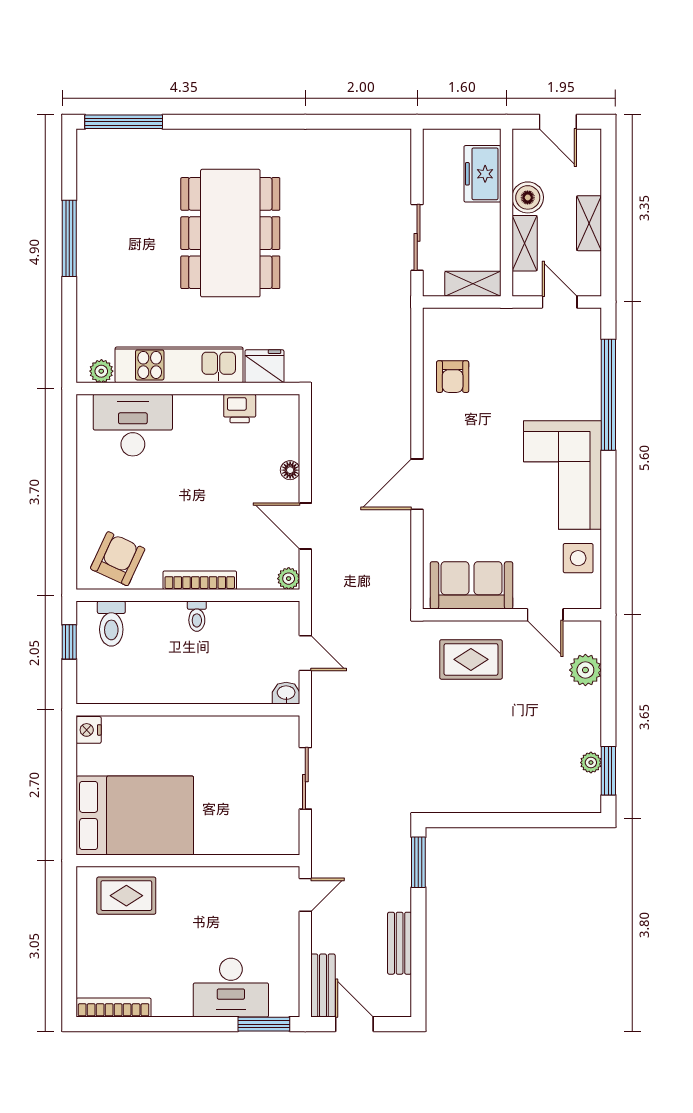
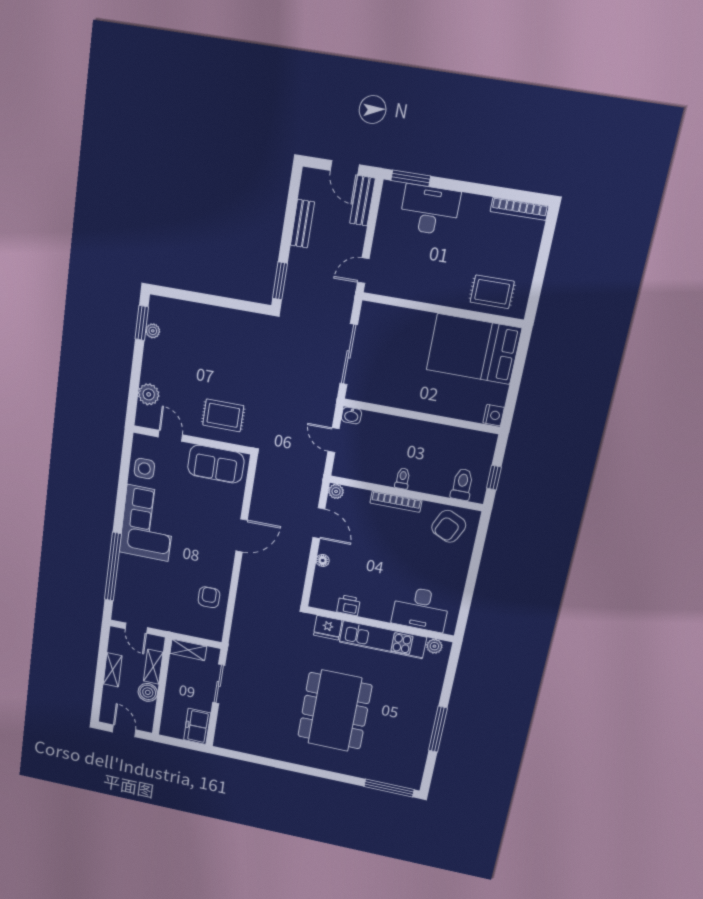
freezer: (482, 174) -> (197, 726), moved, turned 180
sliding door: (305, 778) -> (349, 354), width x1.37

